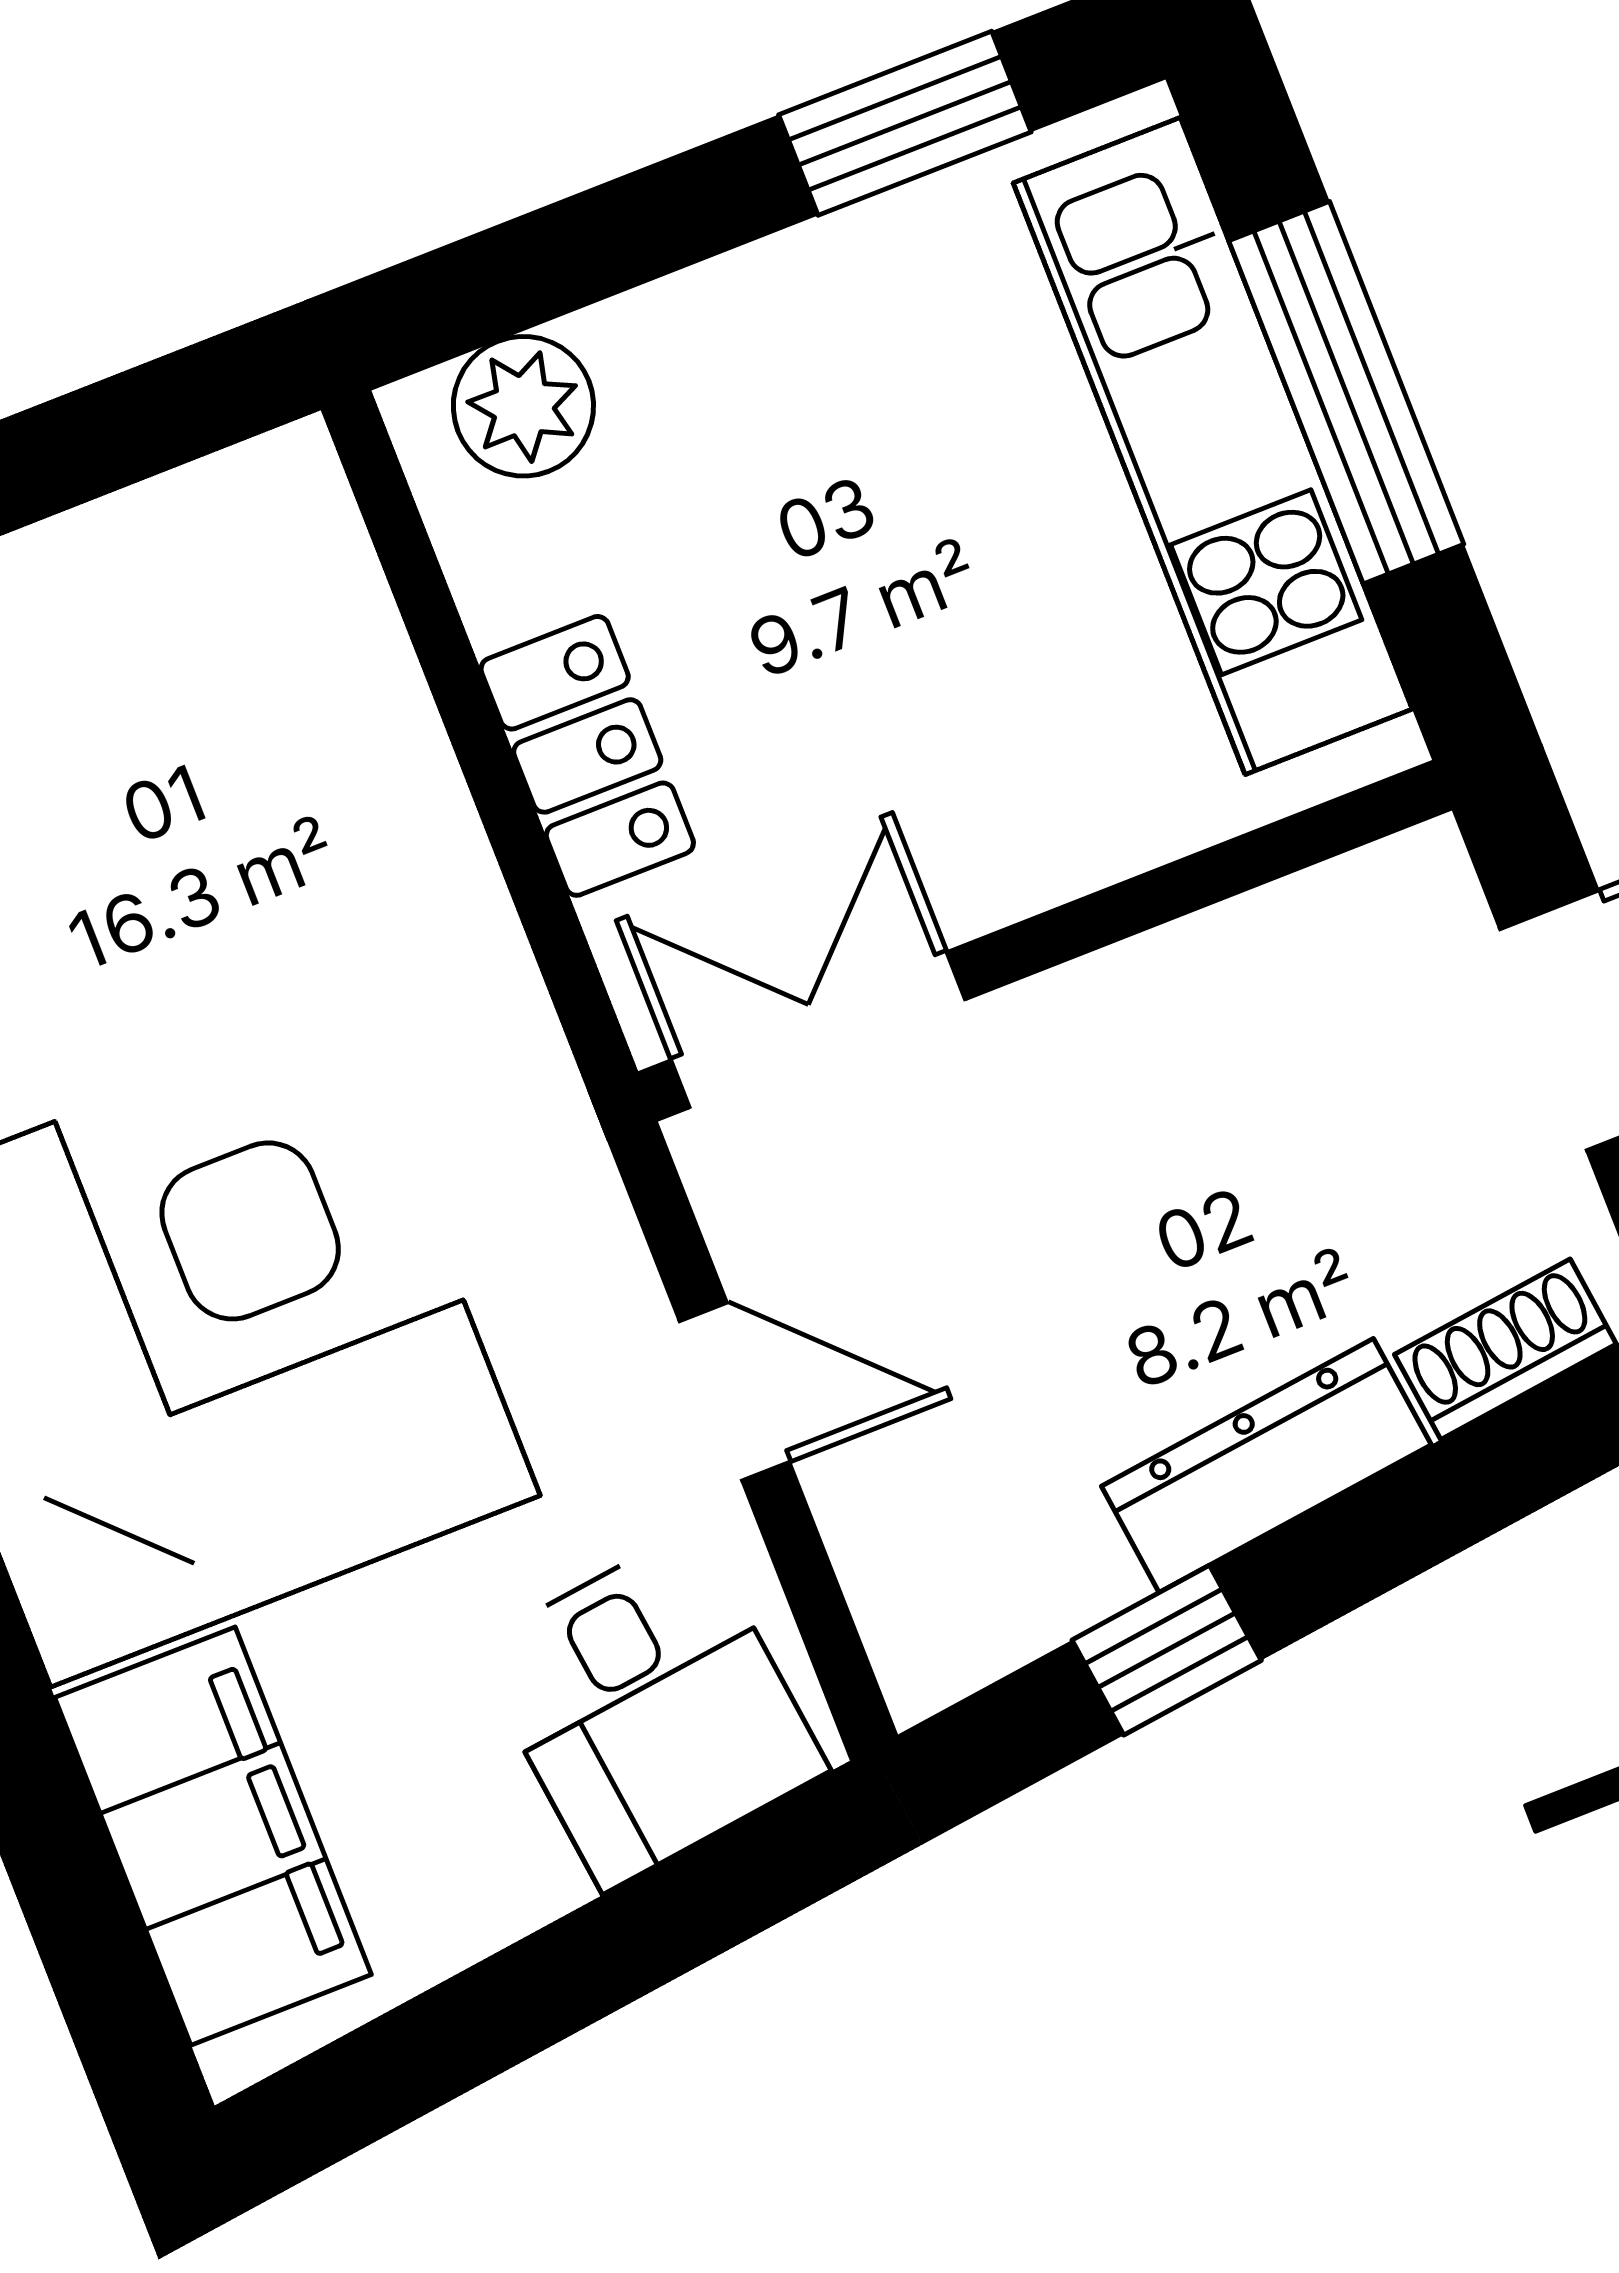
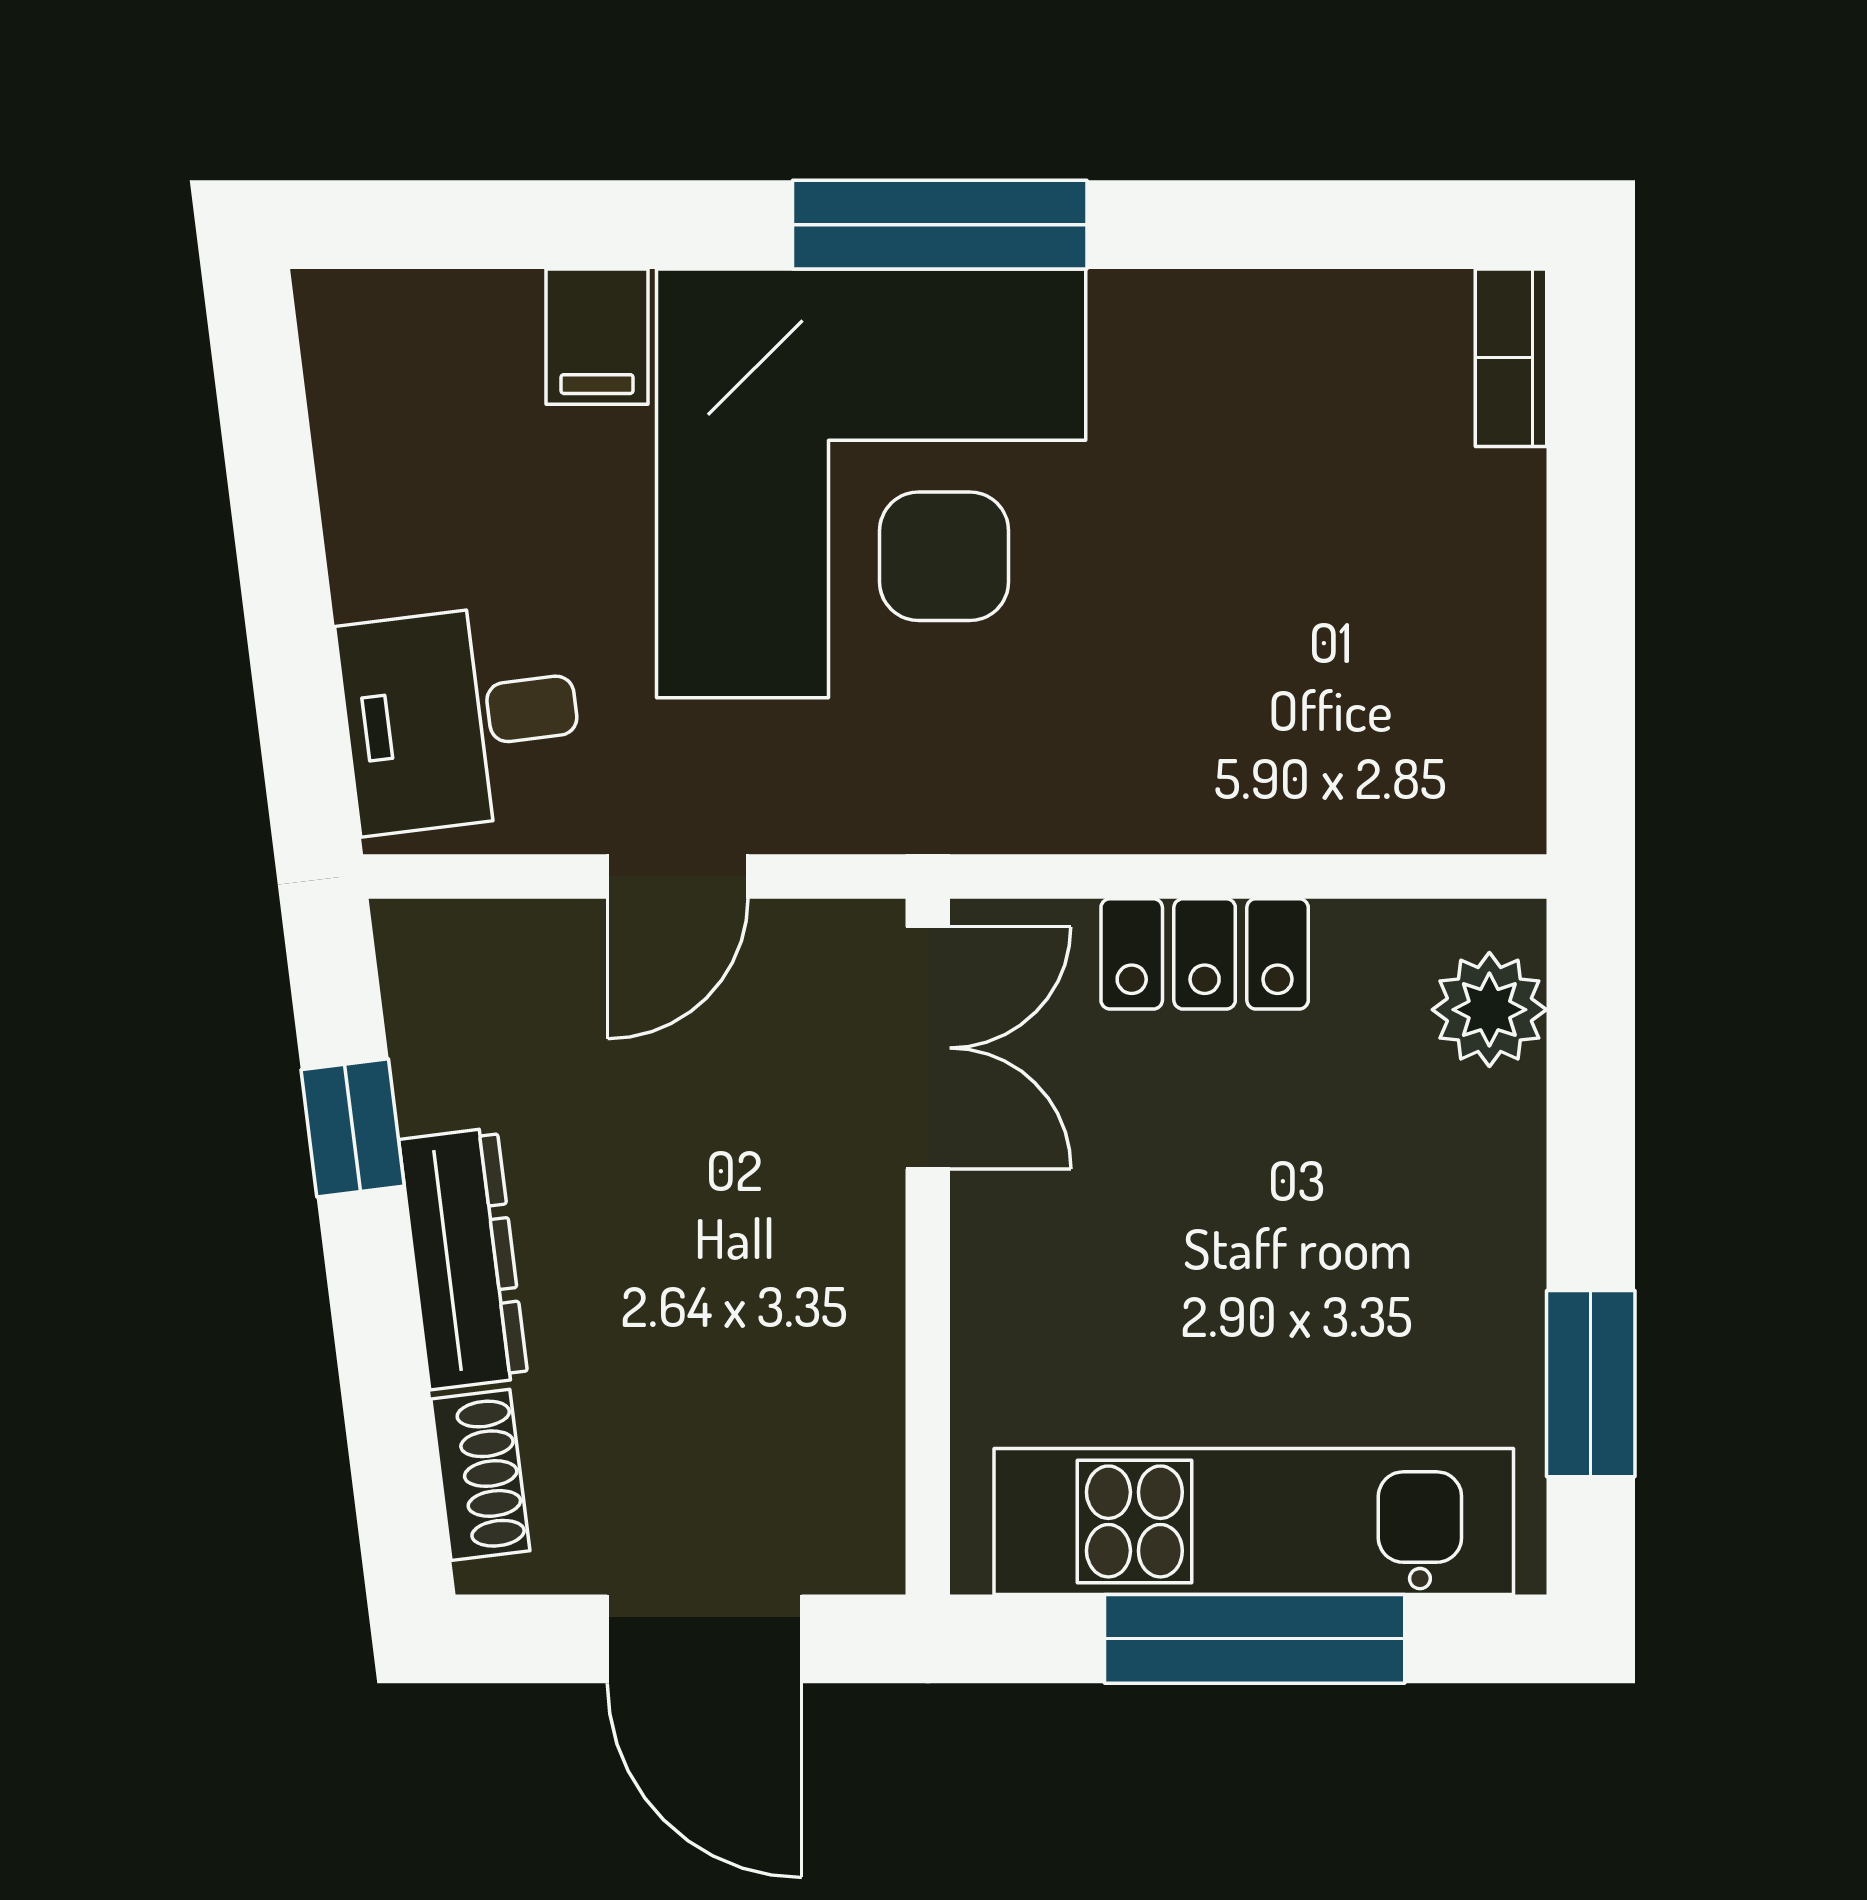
filing cabinet: (213, 1836) -> (597, 337), width x0.33, depth x0.86

